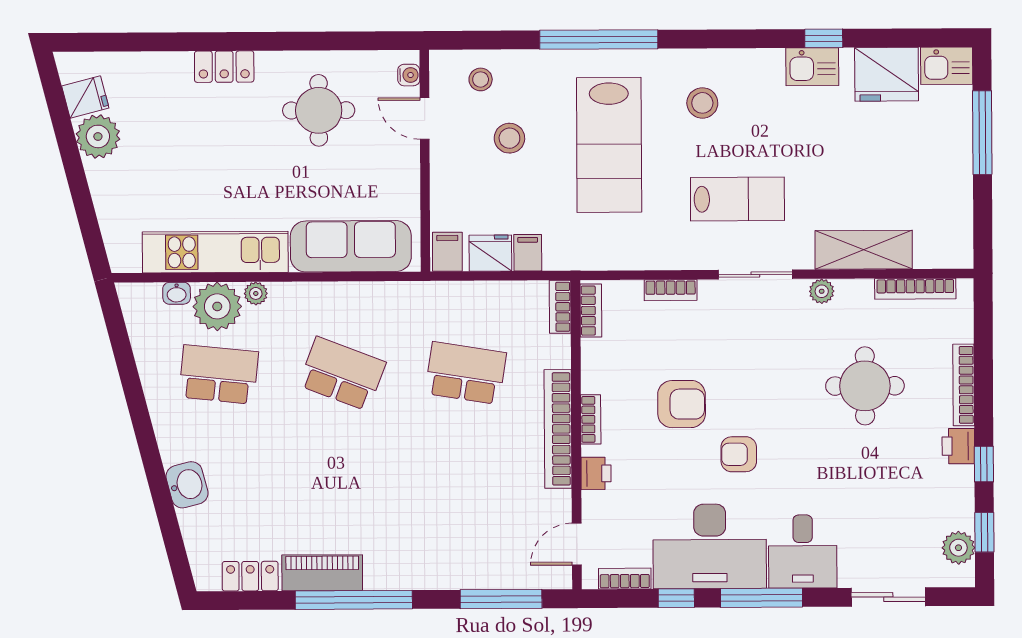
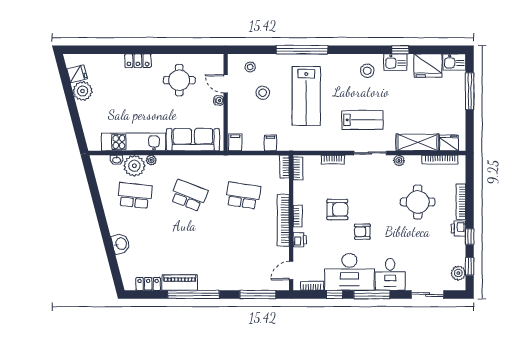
water cooler: (409, 75) -> (219, 101), moved
stool: (702, 103) -> (367, 71), moved
fridge: (490, 253) -> (449, 143), moved

